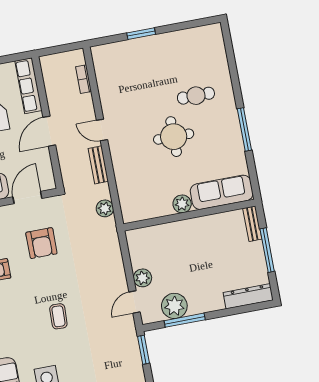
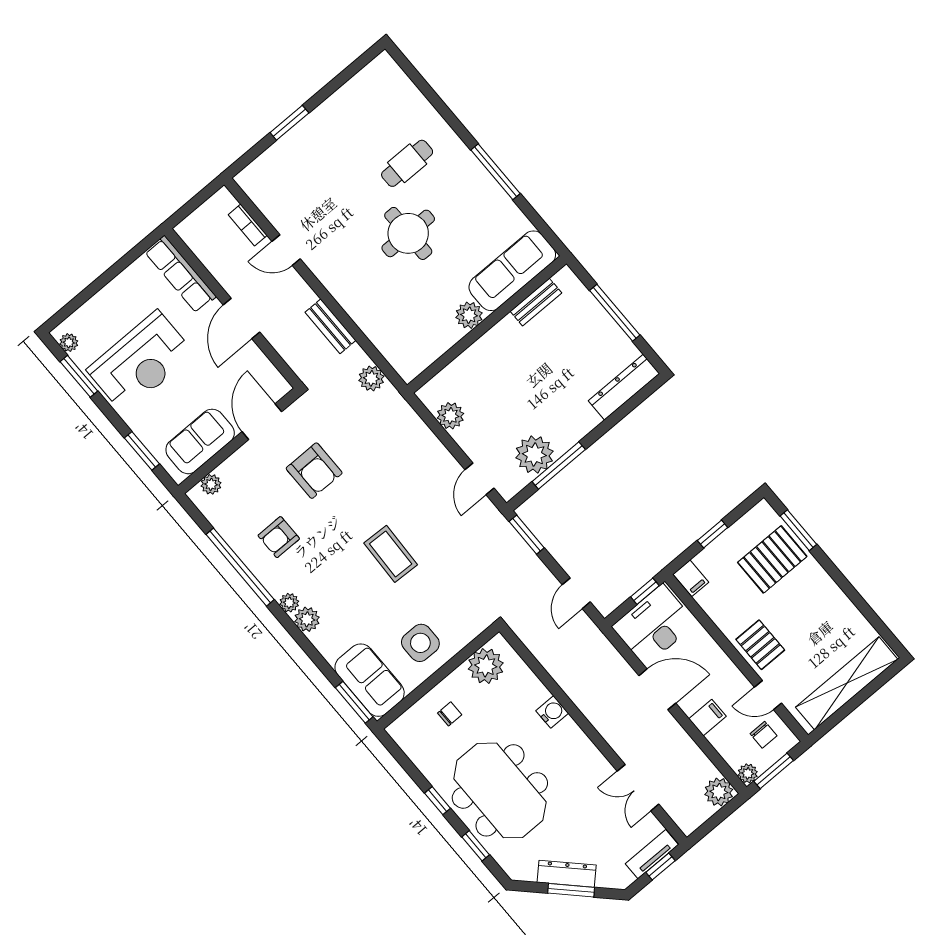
door: (102, 130) -> (286, 250), moved
bench: (252, 224) -> (536, 302), moved, turned 90
plant: (142, 278) -> (450, 416), moved
coffee table: (58, 316) -> (391, 554), width x1.36, depth x1.30

